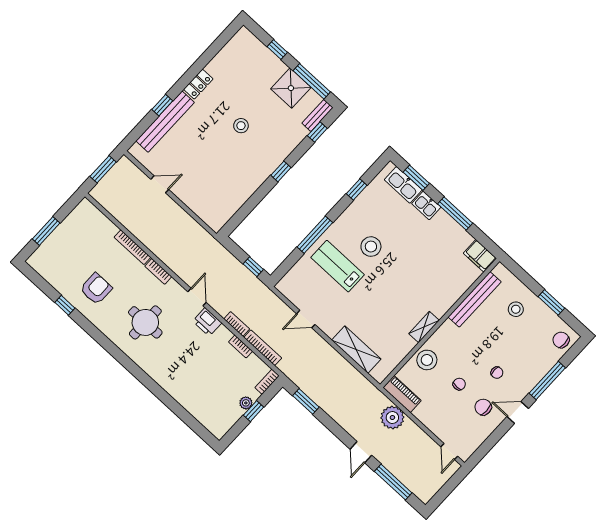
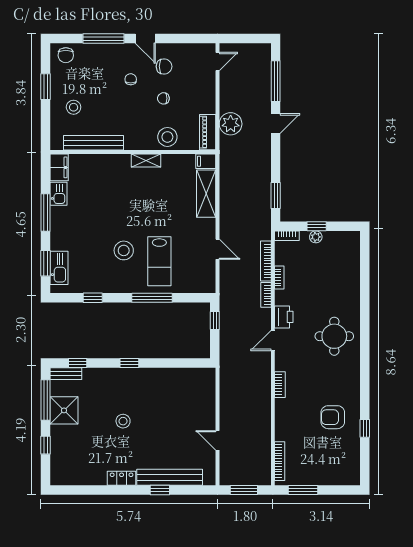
kitchen sink: (426, 205) -> (59, 194), moved
window: (46, 231) -> (303, 490), moved
bookcase: (132, 247) -> (280, 461), moved
round table: (145, 322) -> (334, 336), moved
filing cabinet: (381, 372) -> (206, 161), added
chair: (483, 407) -> (164, 66), turned -90

